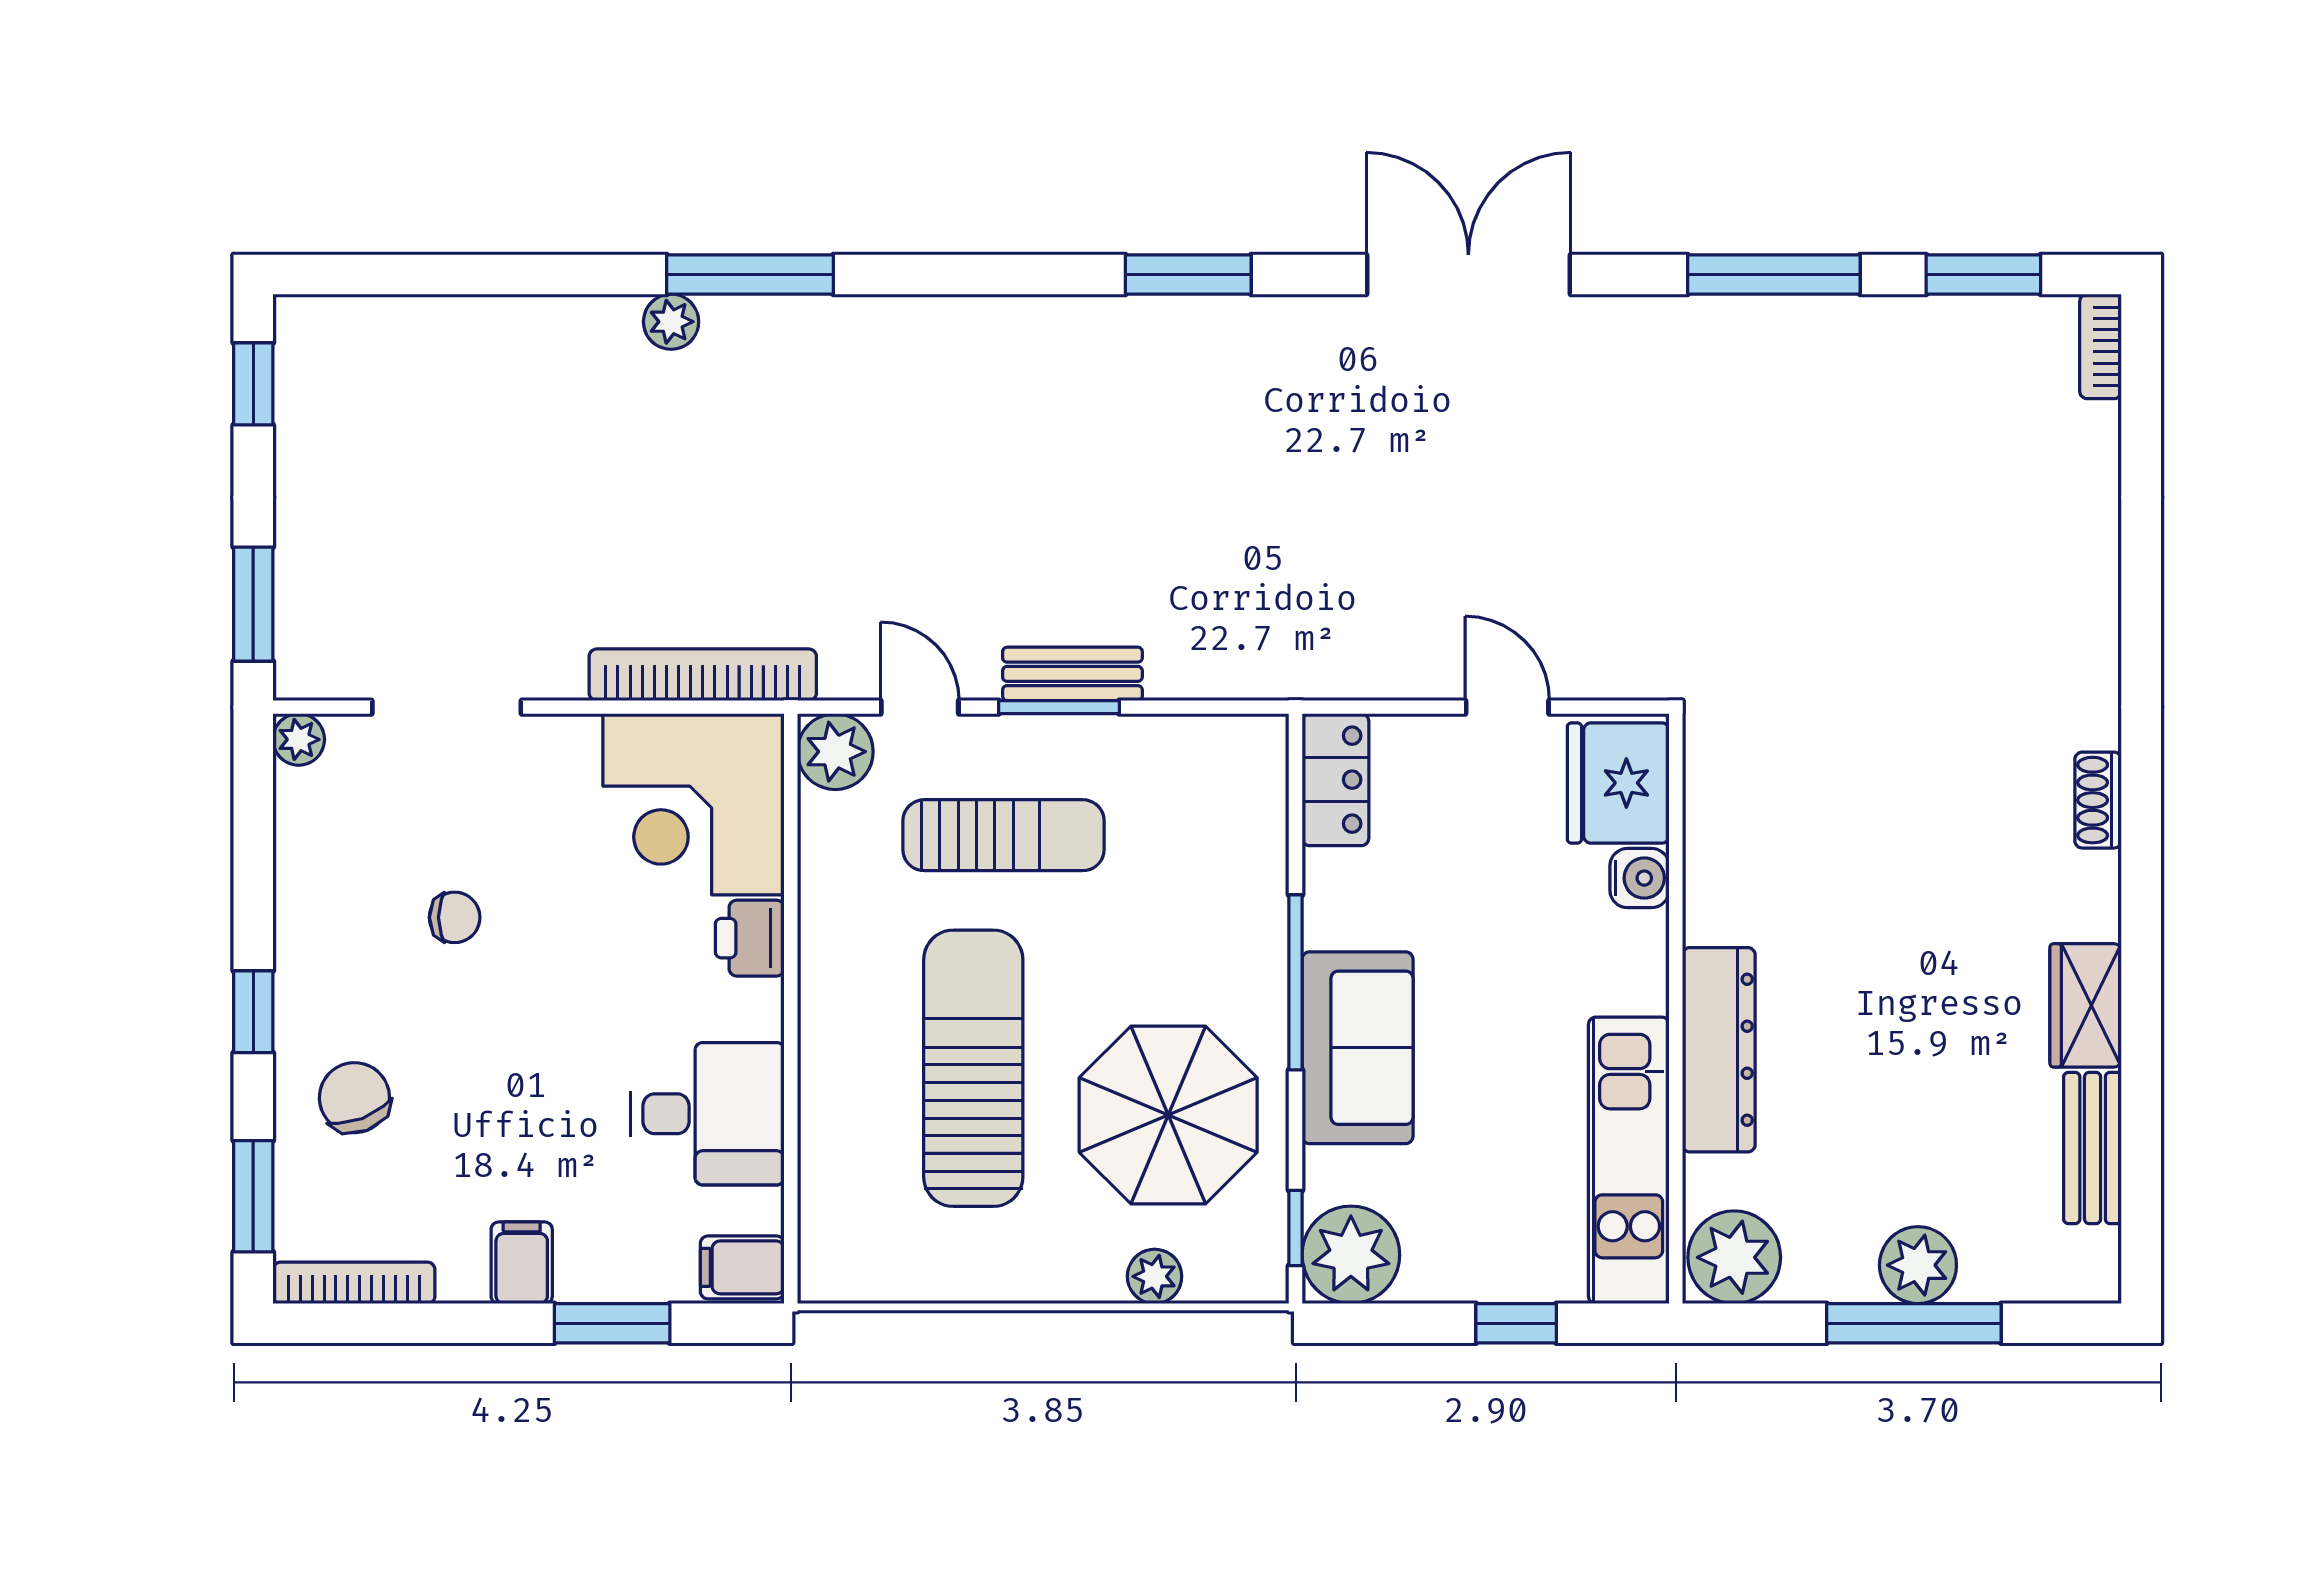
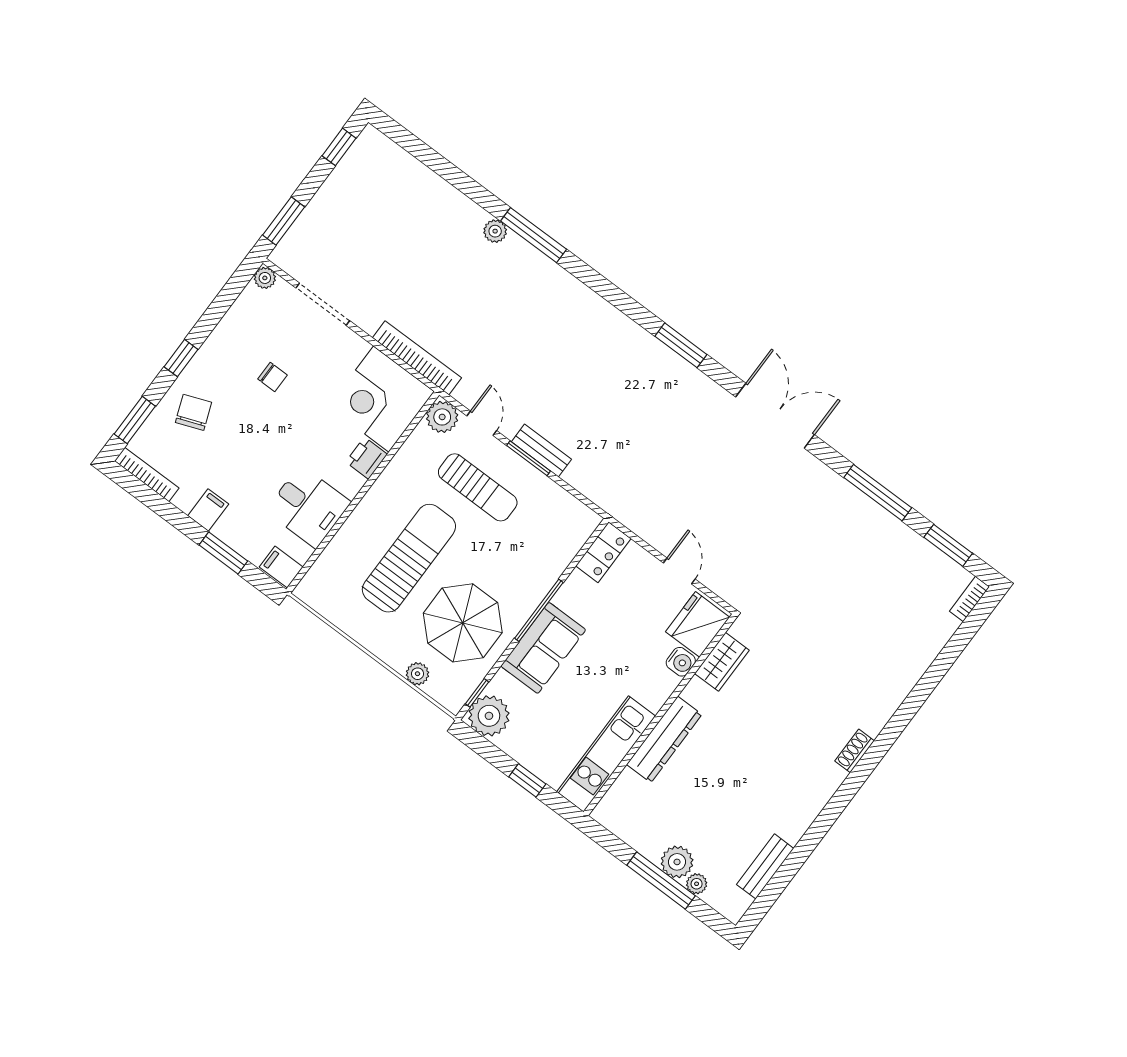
wardrobe: (2086, 1005) -> (722, 662), moved, turned 180
plant: (1734, 1257) -> (697, 884), moved, width x0.53, depth x0.53

